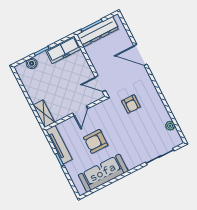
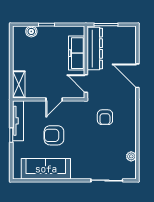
dresser: (98, 32) -> (95, 49), moved, turned -90
freezer: (63, 50) -> (77, 53), moved, turned 90

